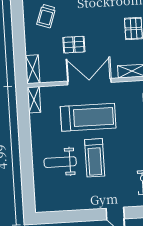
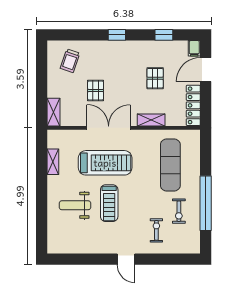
pallet: (74, 45) -> (96, 90), turned 90
shelving: (34, 100) -> (53, 162), moved

